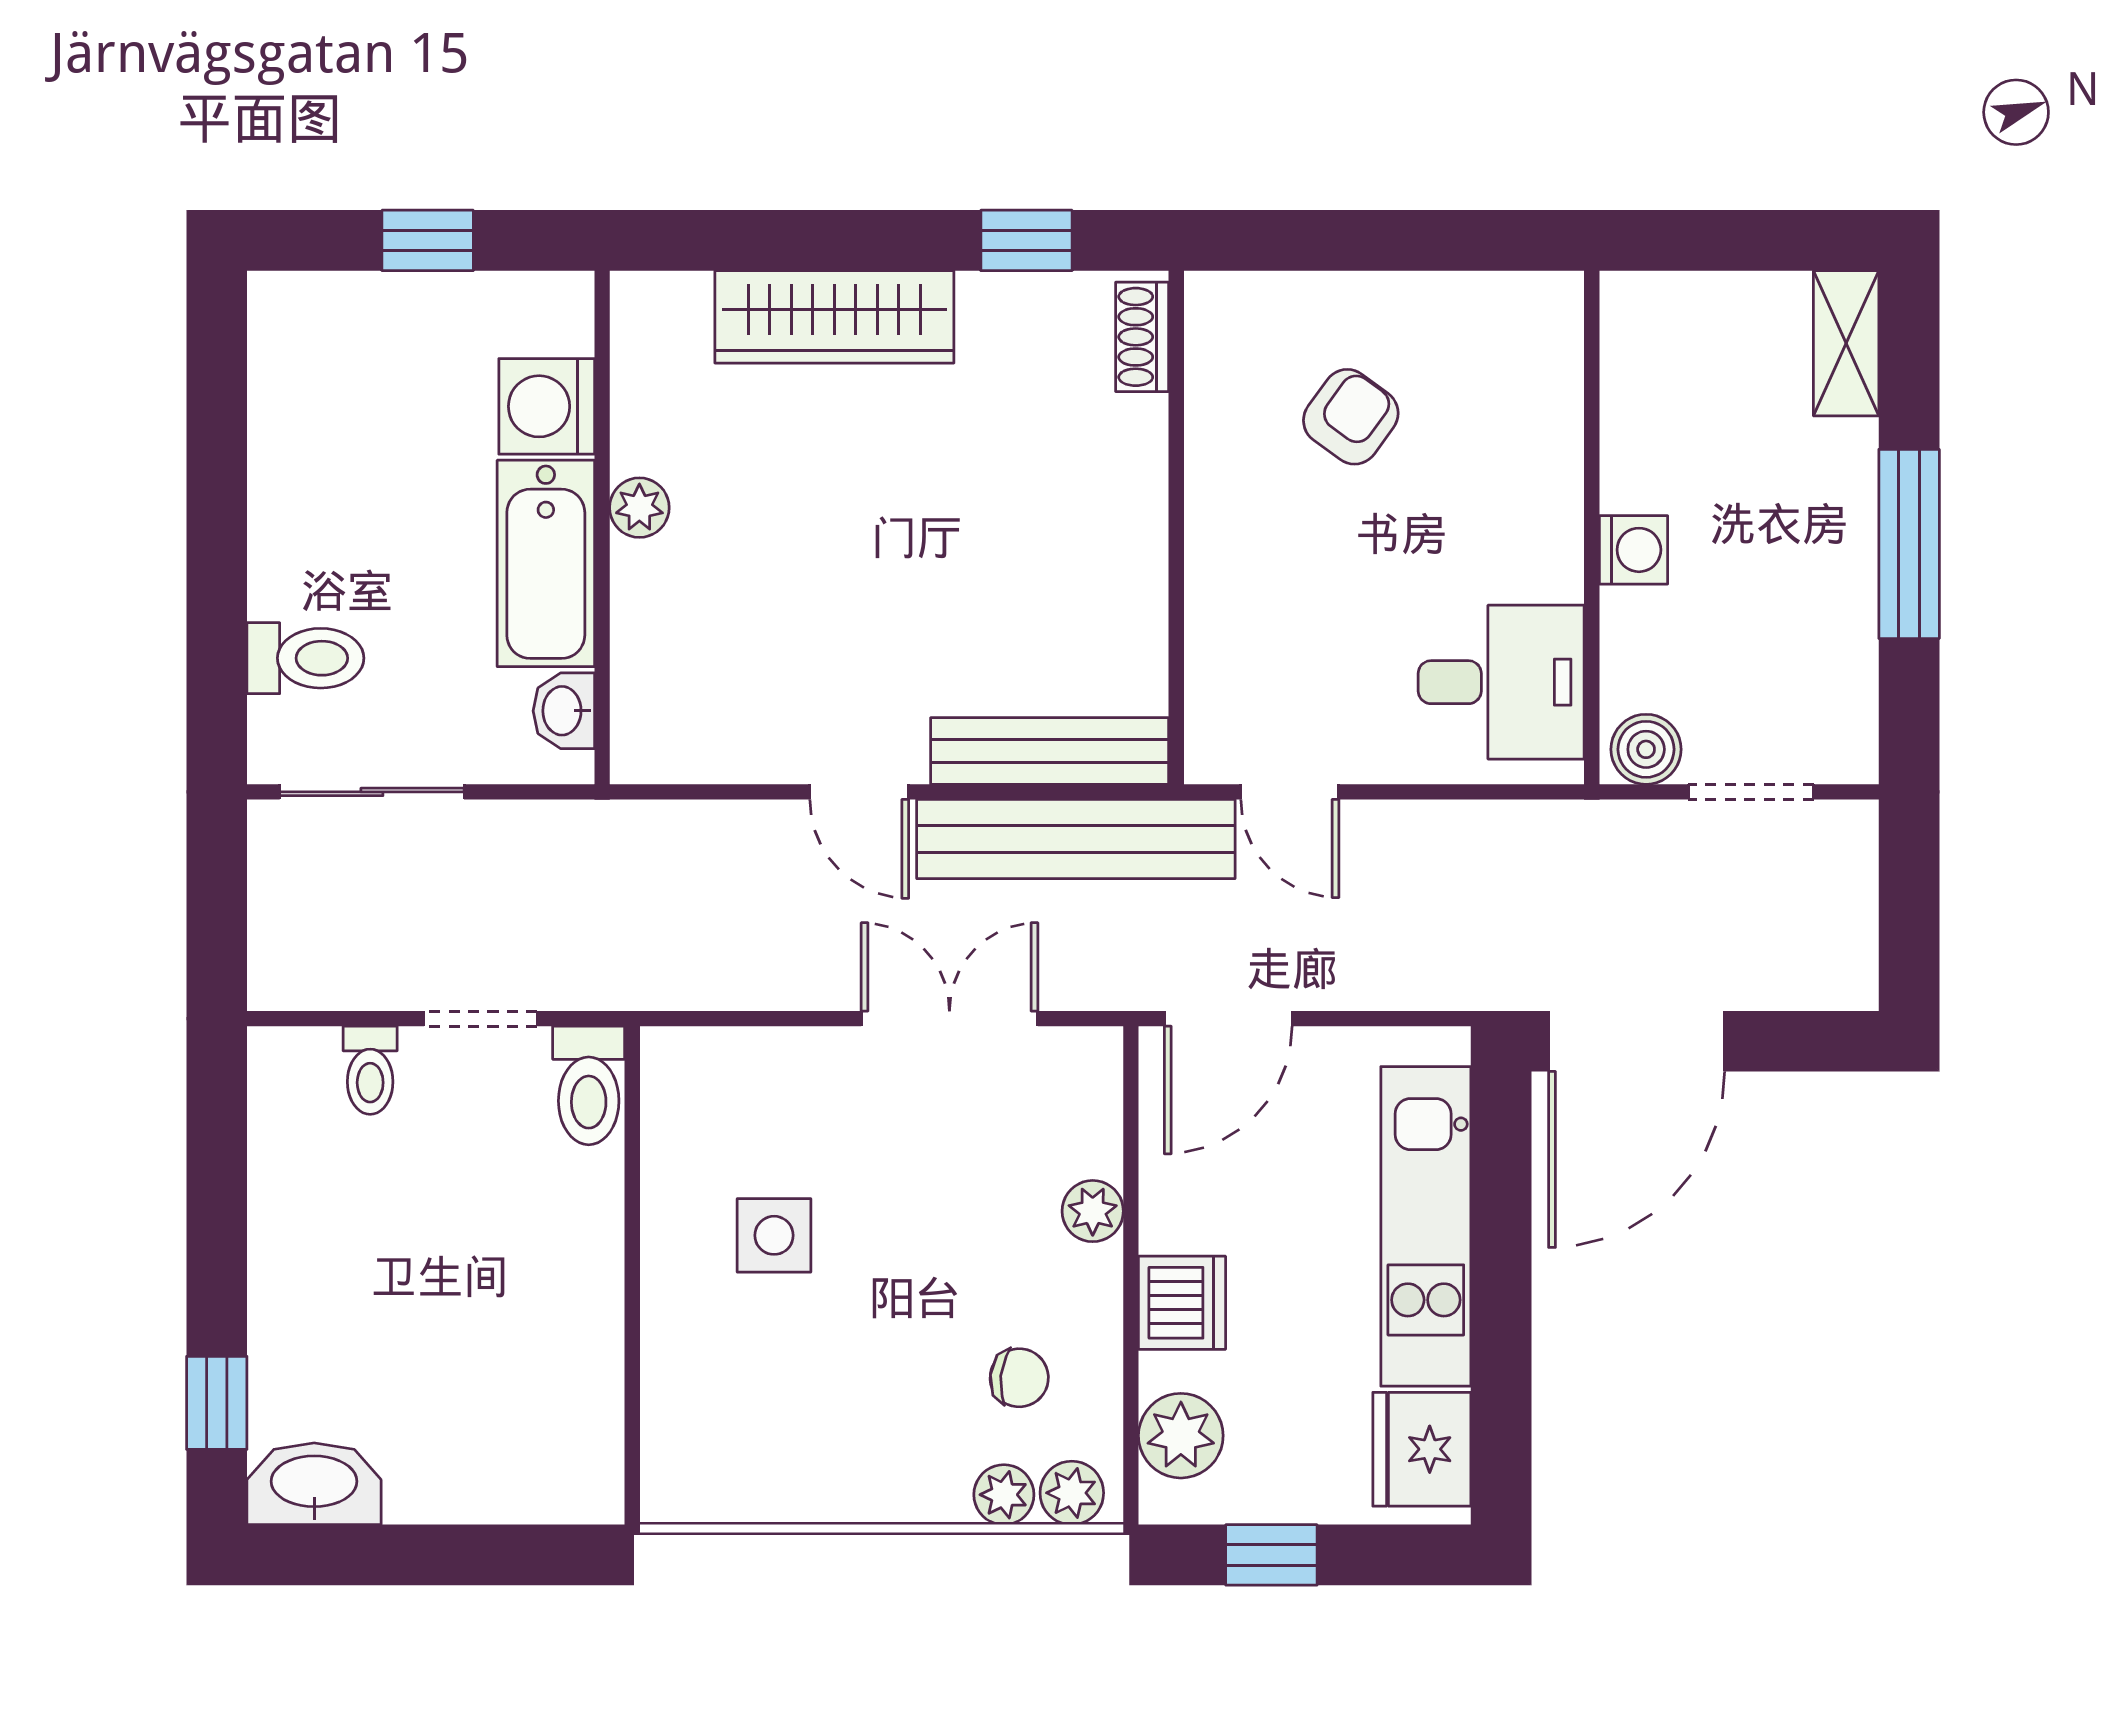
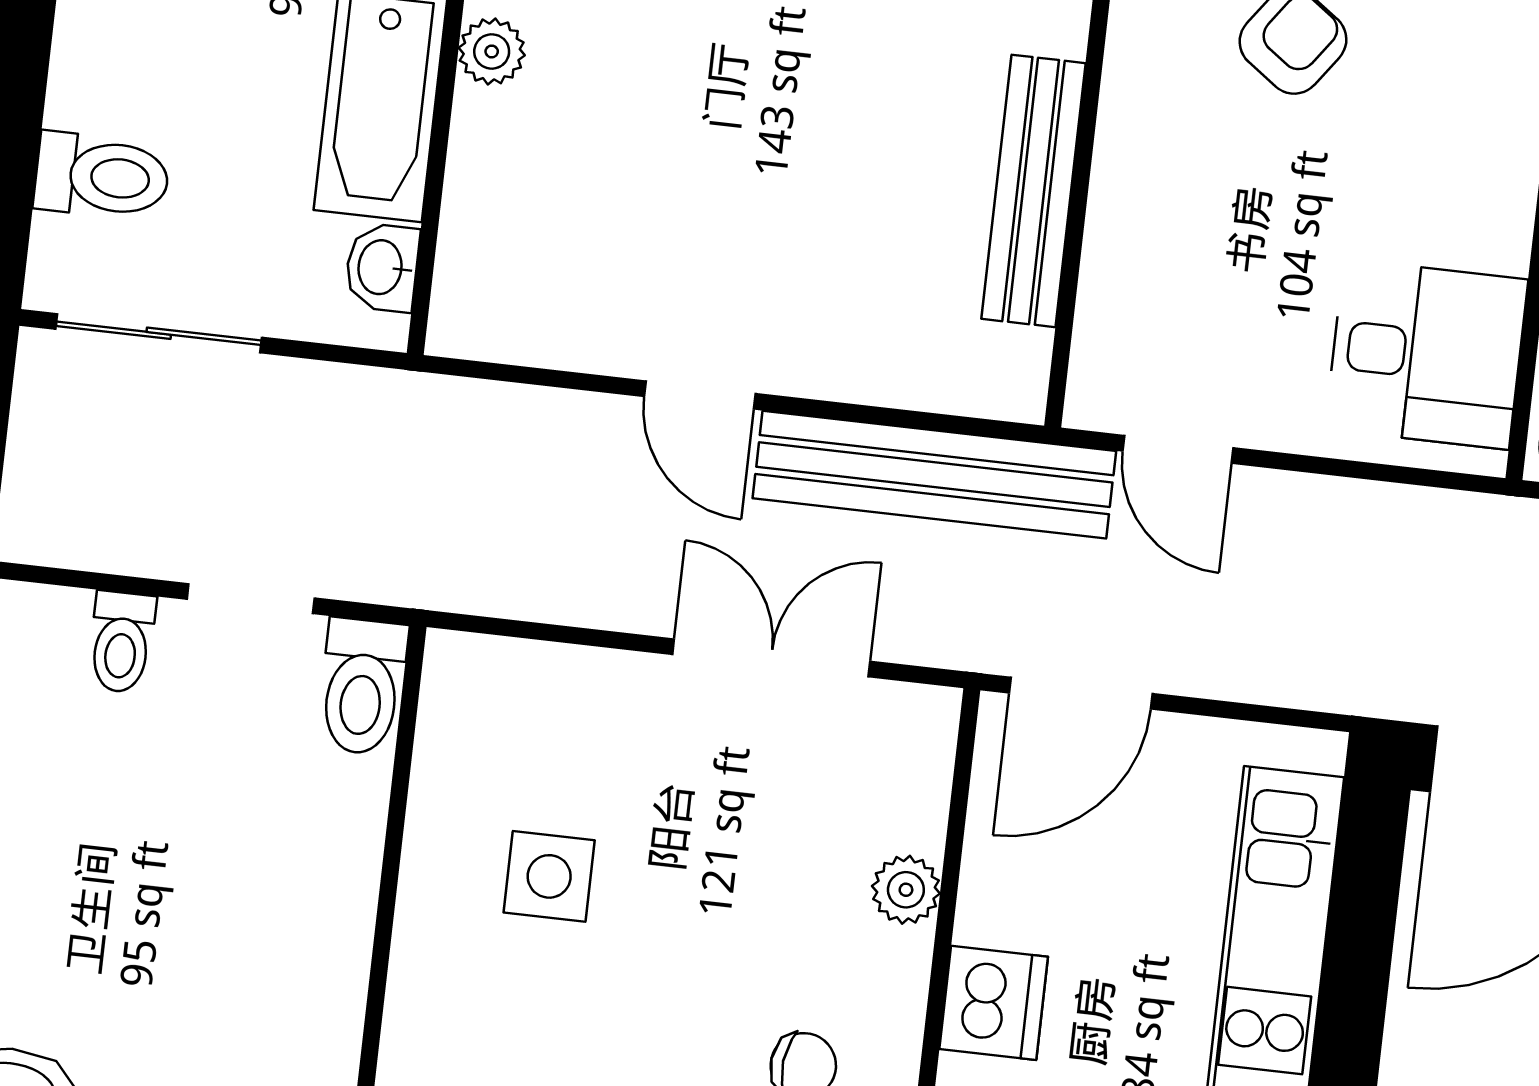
bench: (1050, 751) -> (1034, 191), moved, turned 90

